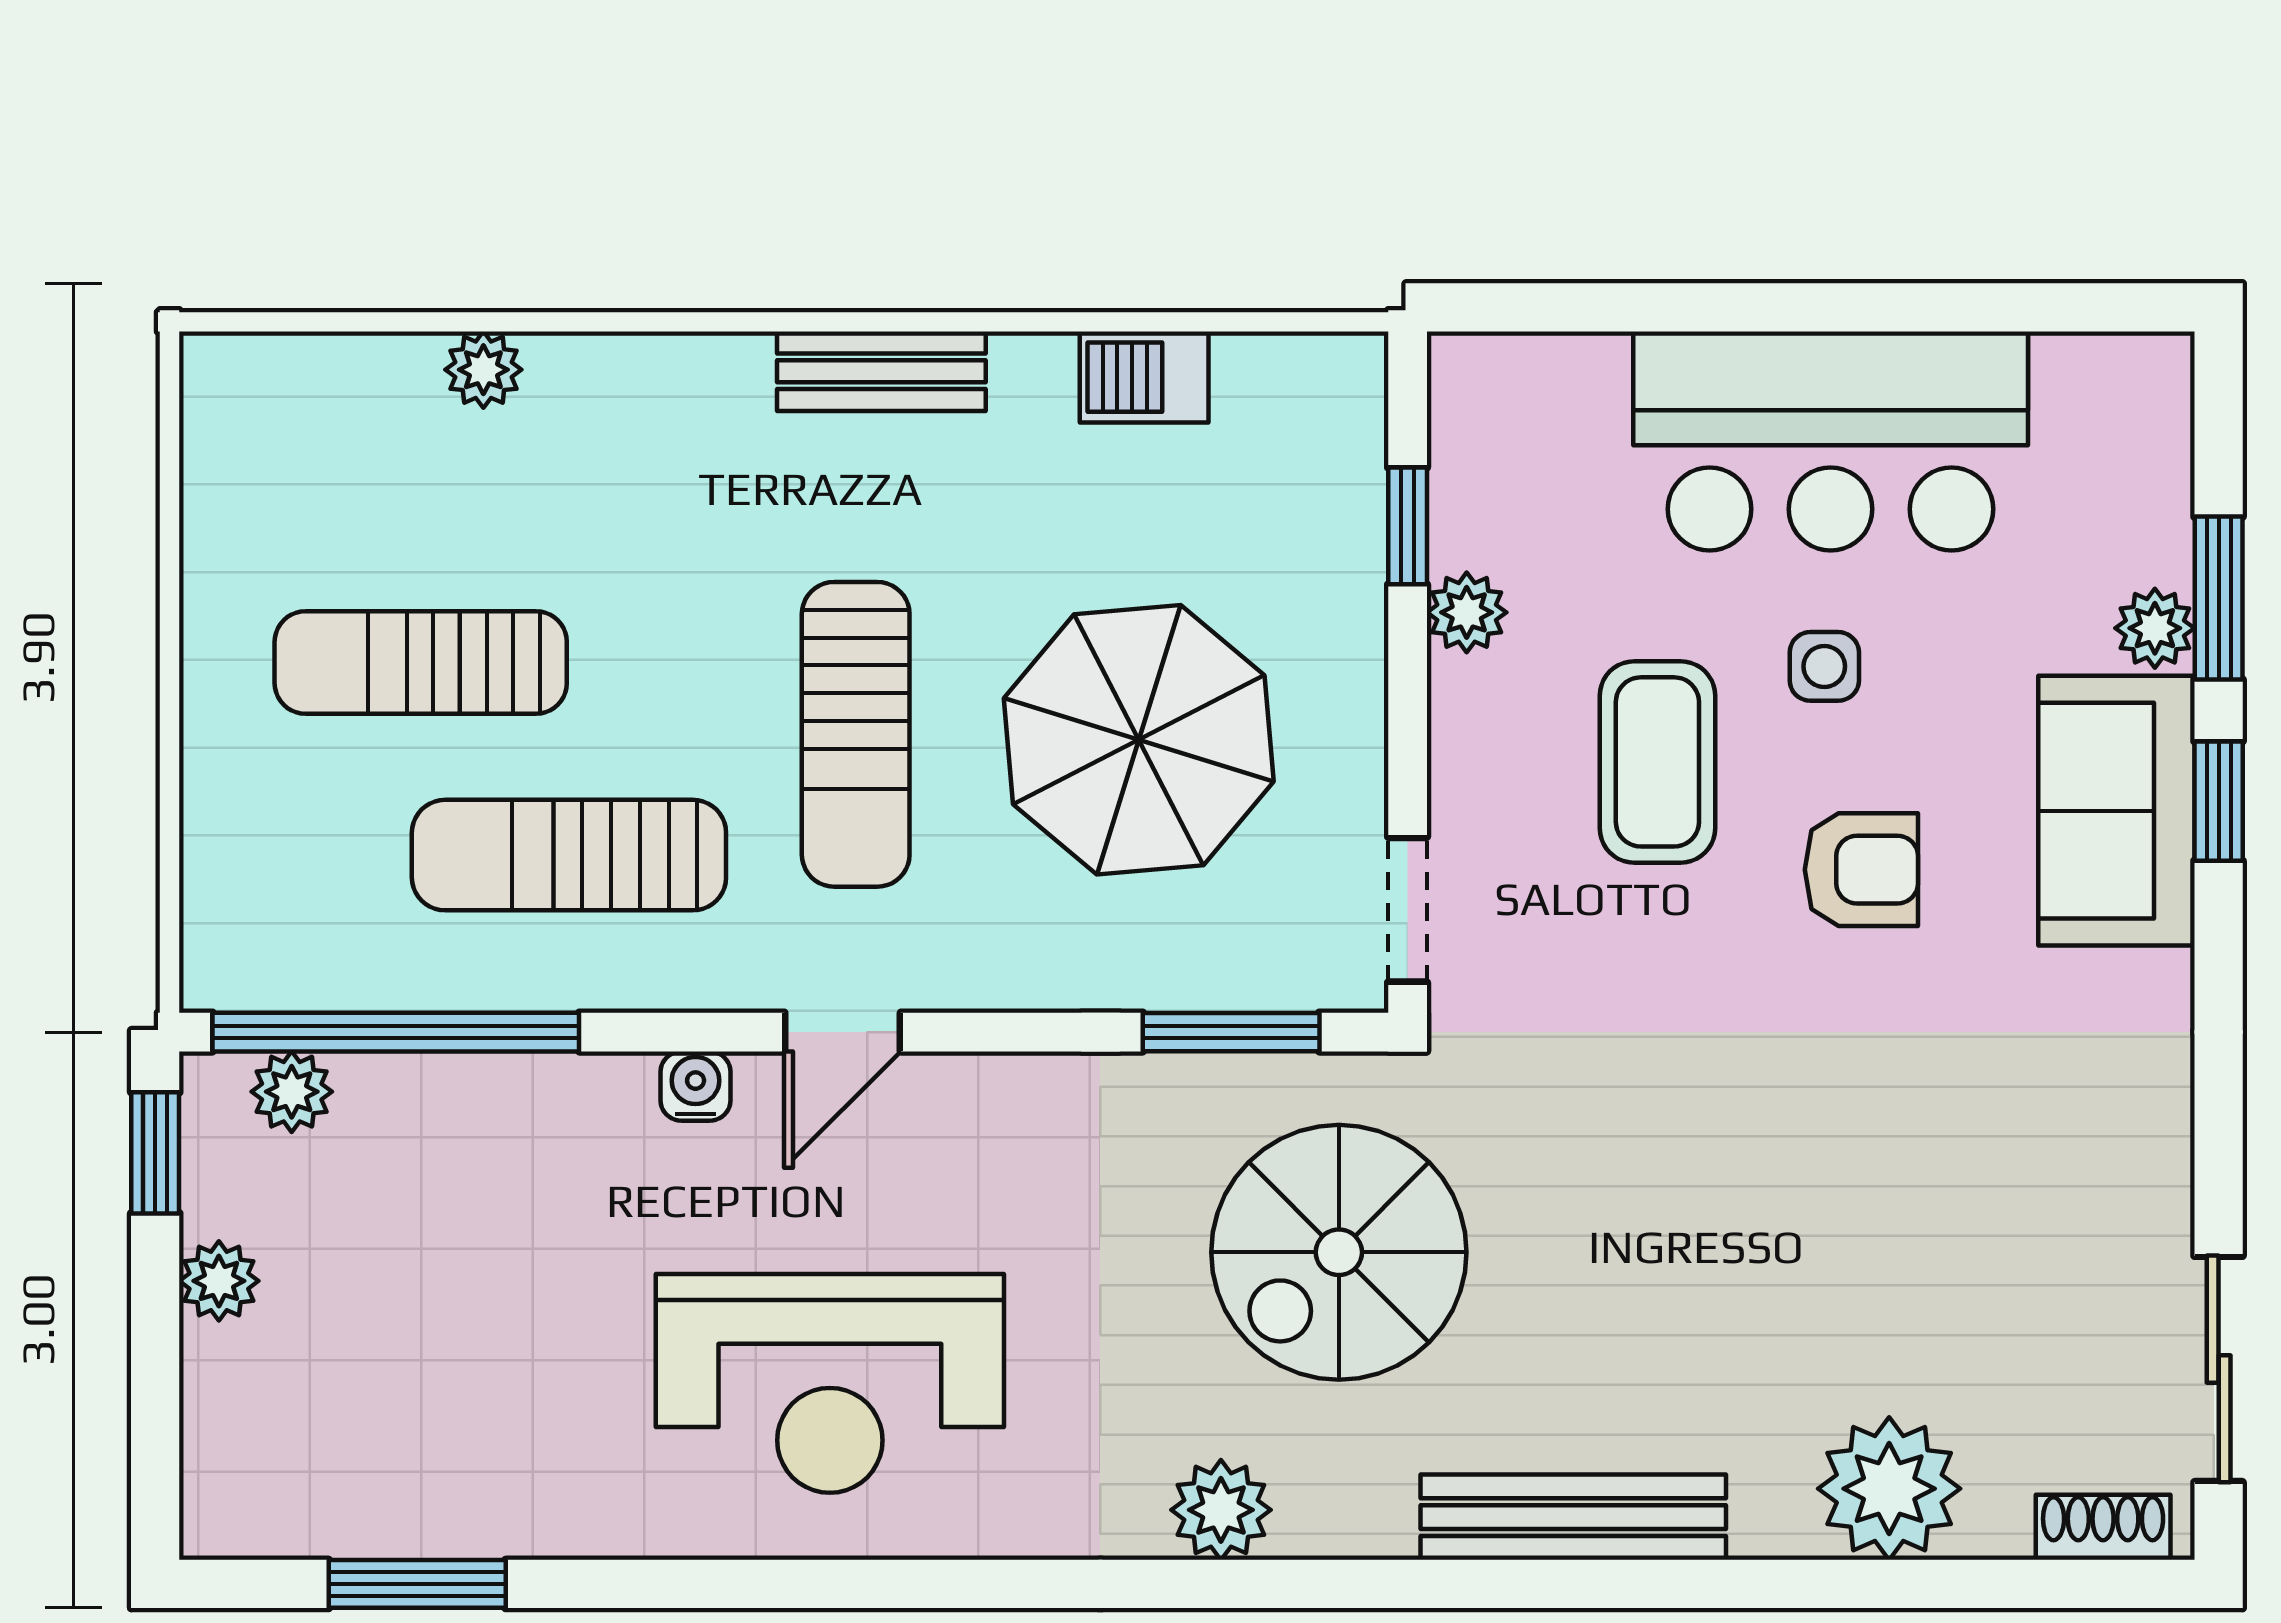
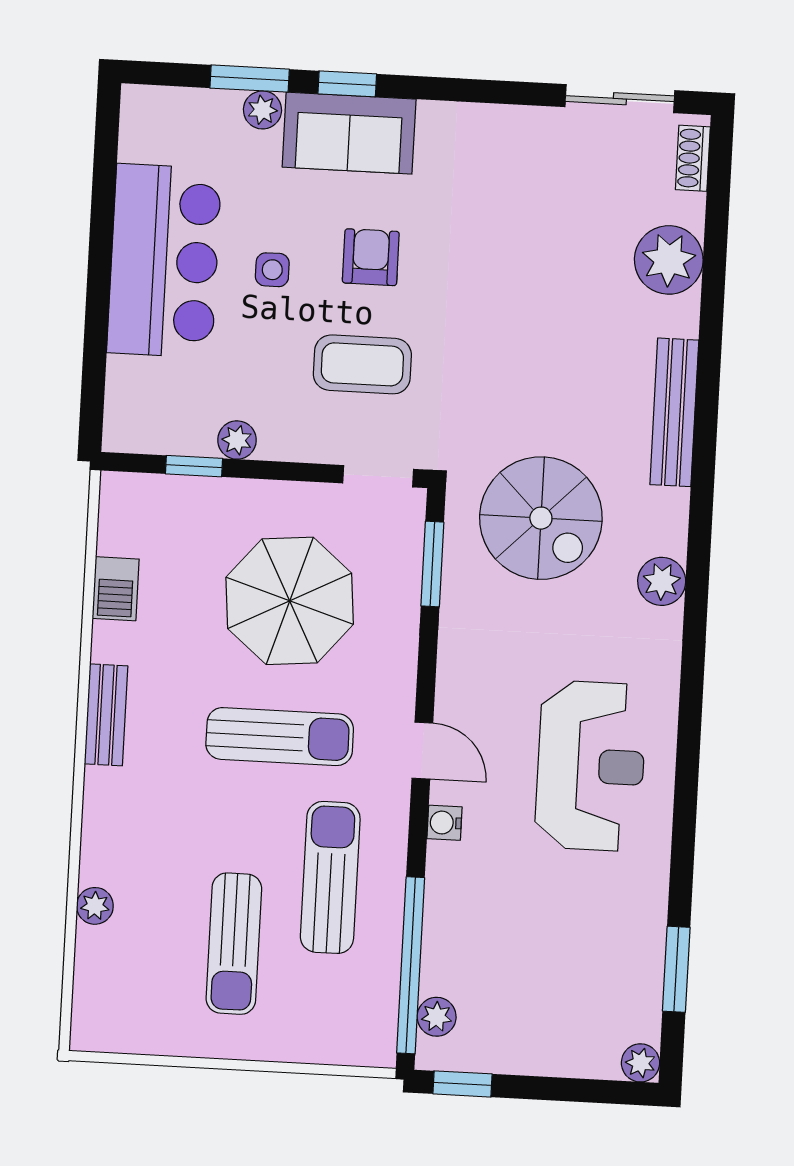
coffee table: (1657, 762) -> (362, 364), moved
sun lounger: (569, 855) -> (330, 877), turned 180
plant: (219, 1281) -> (640, 1063), moved

